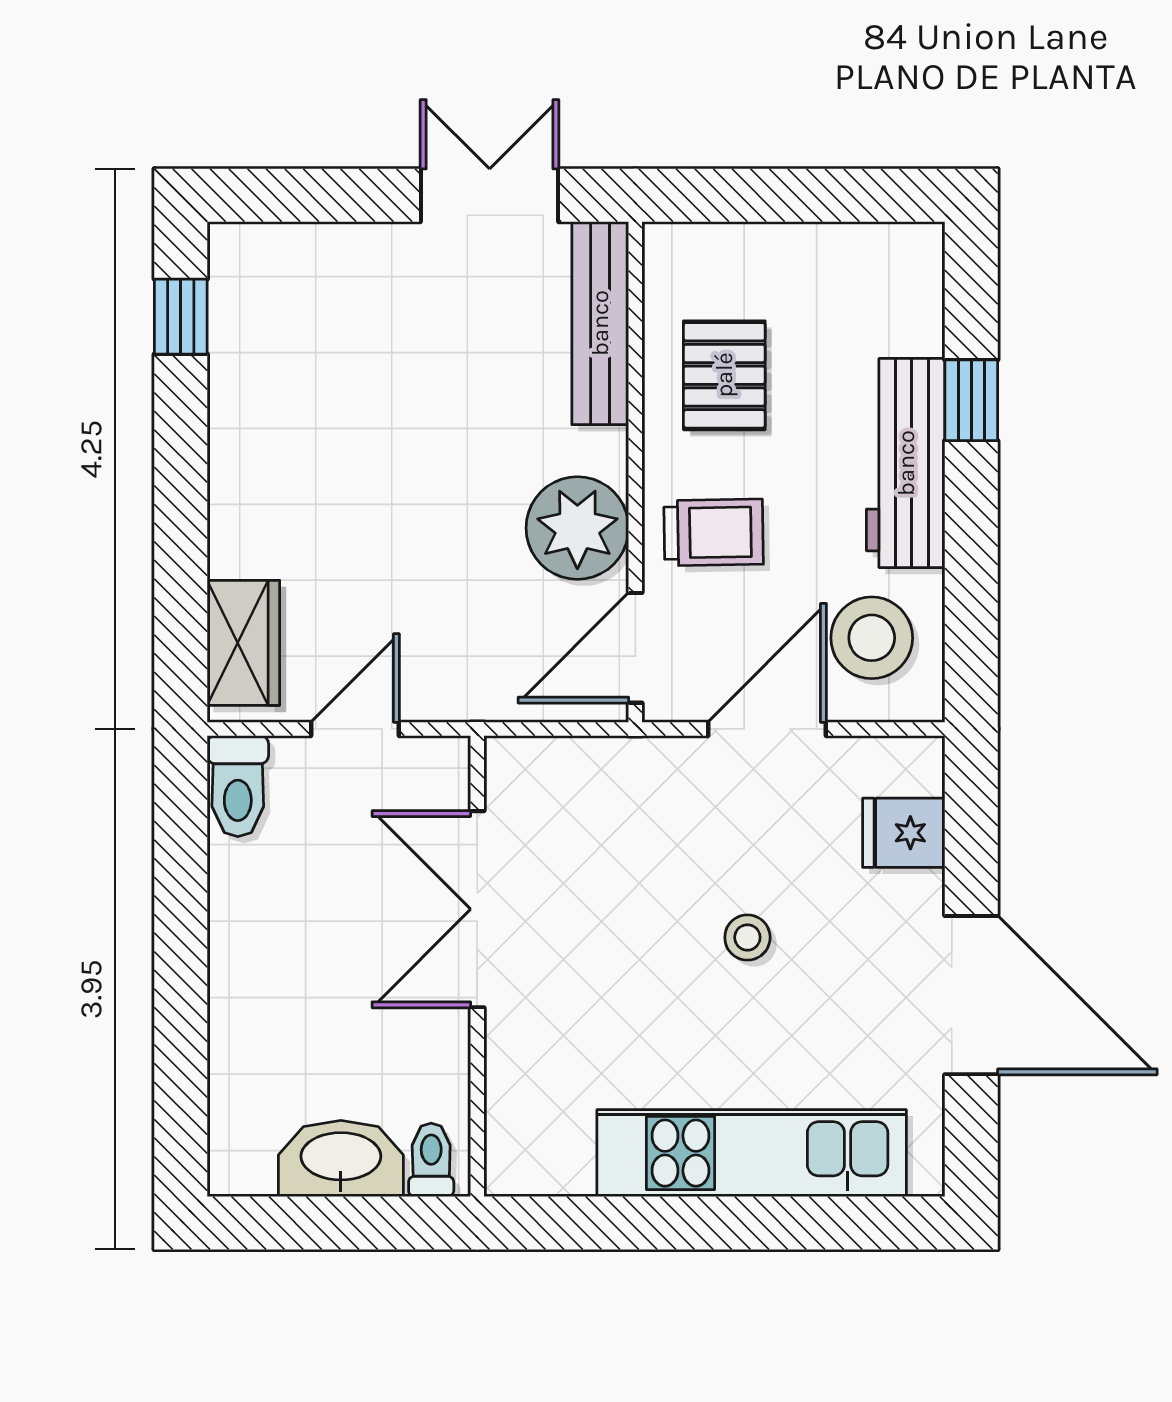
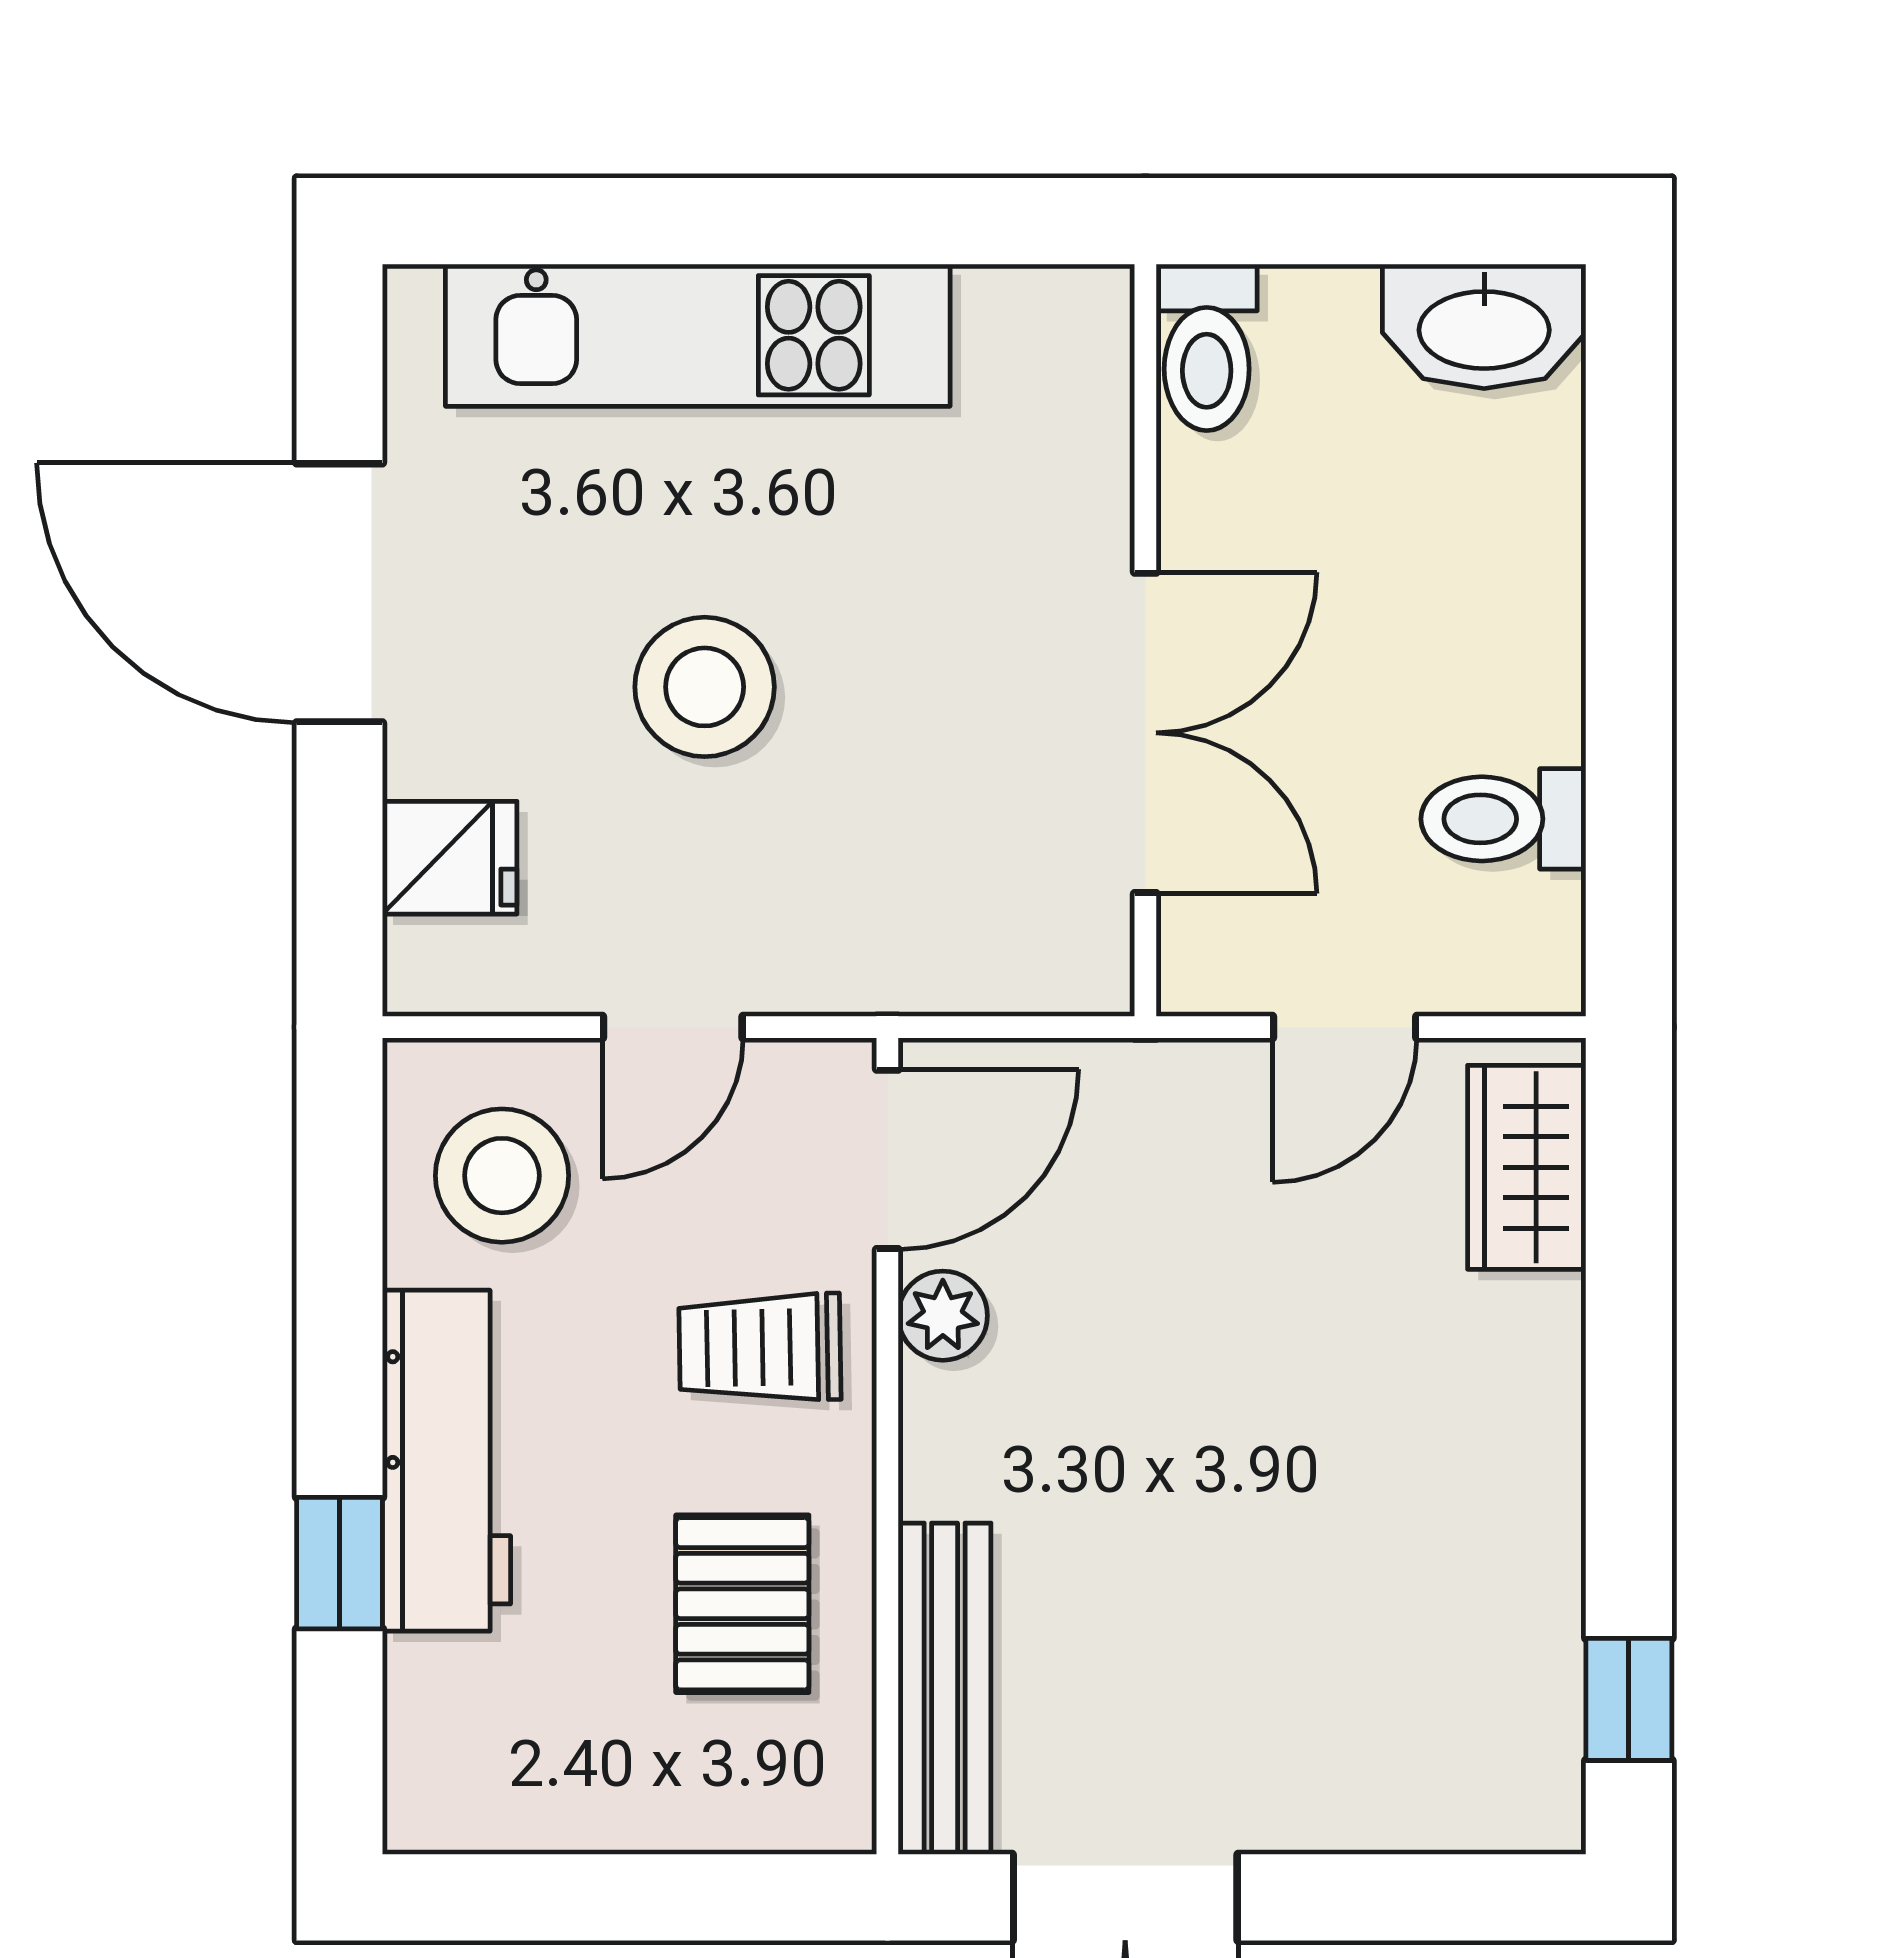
plant: (577, 528) -> (943, 1316), width x0.53, depth x0.53
door: (767, 729) -> (673, 1027), width x0.73
toilet: (238, 786) -> (1503, 819), moved, turned -90
stool: (747, 937) -> (705, 687), width x1.89, depth x1.89
washbasin: (341, 1159) -> (1484, 326), moved
toilet: (431, 1160) -> (1207, 347), width x1.37, depth x1.39

